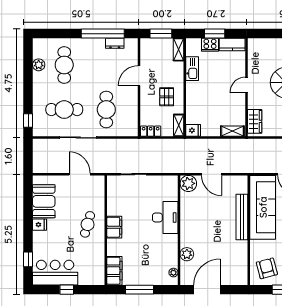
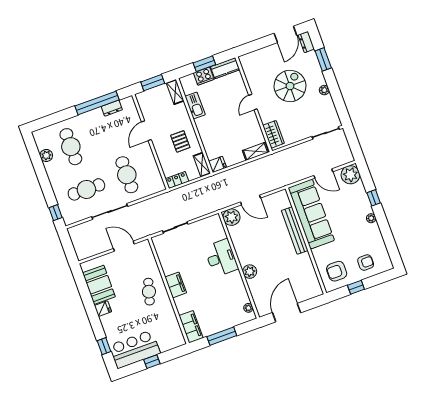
plant: (187, 254) -> (250, 272), moved
armchair: (267, 268) -> (337, 271), turned -75

